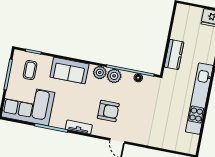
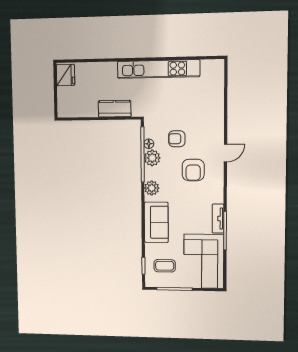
plant: (114, 76) -> (152, 158), moved
armchair: (138, 102) -> (177, 139), added
armchair: (108, 111) -> (193, 170), turned 180
tv unit: (79, 127) -> (218, 219), moved

